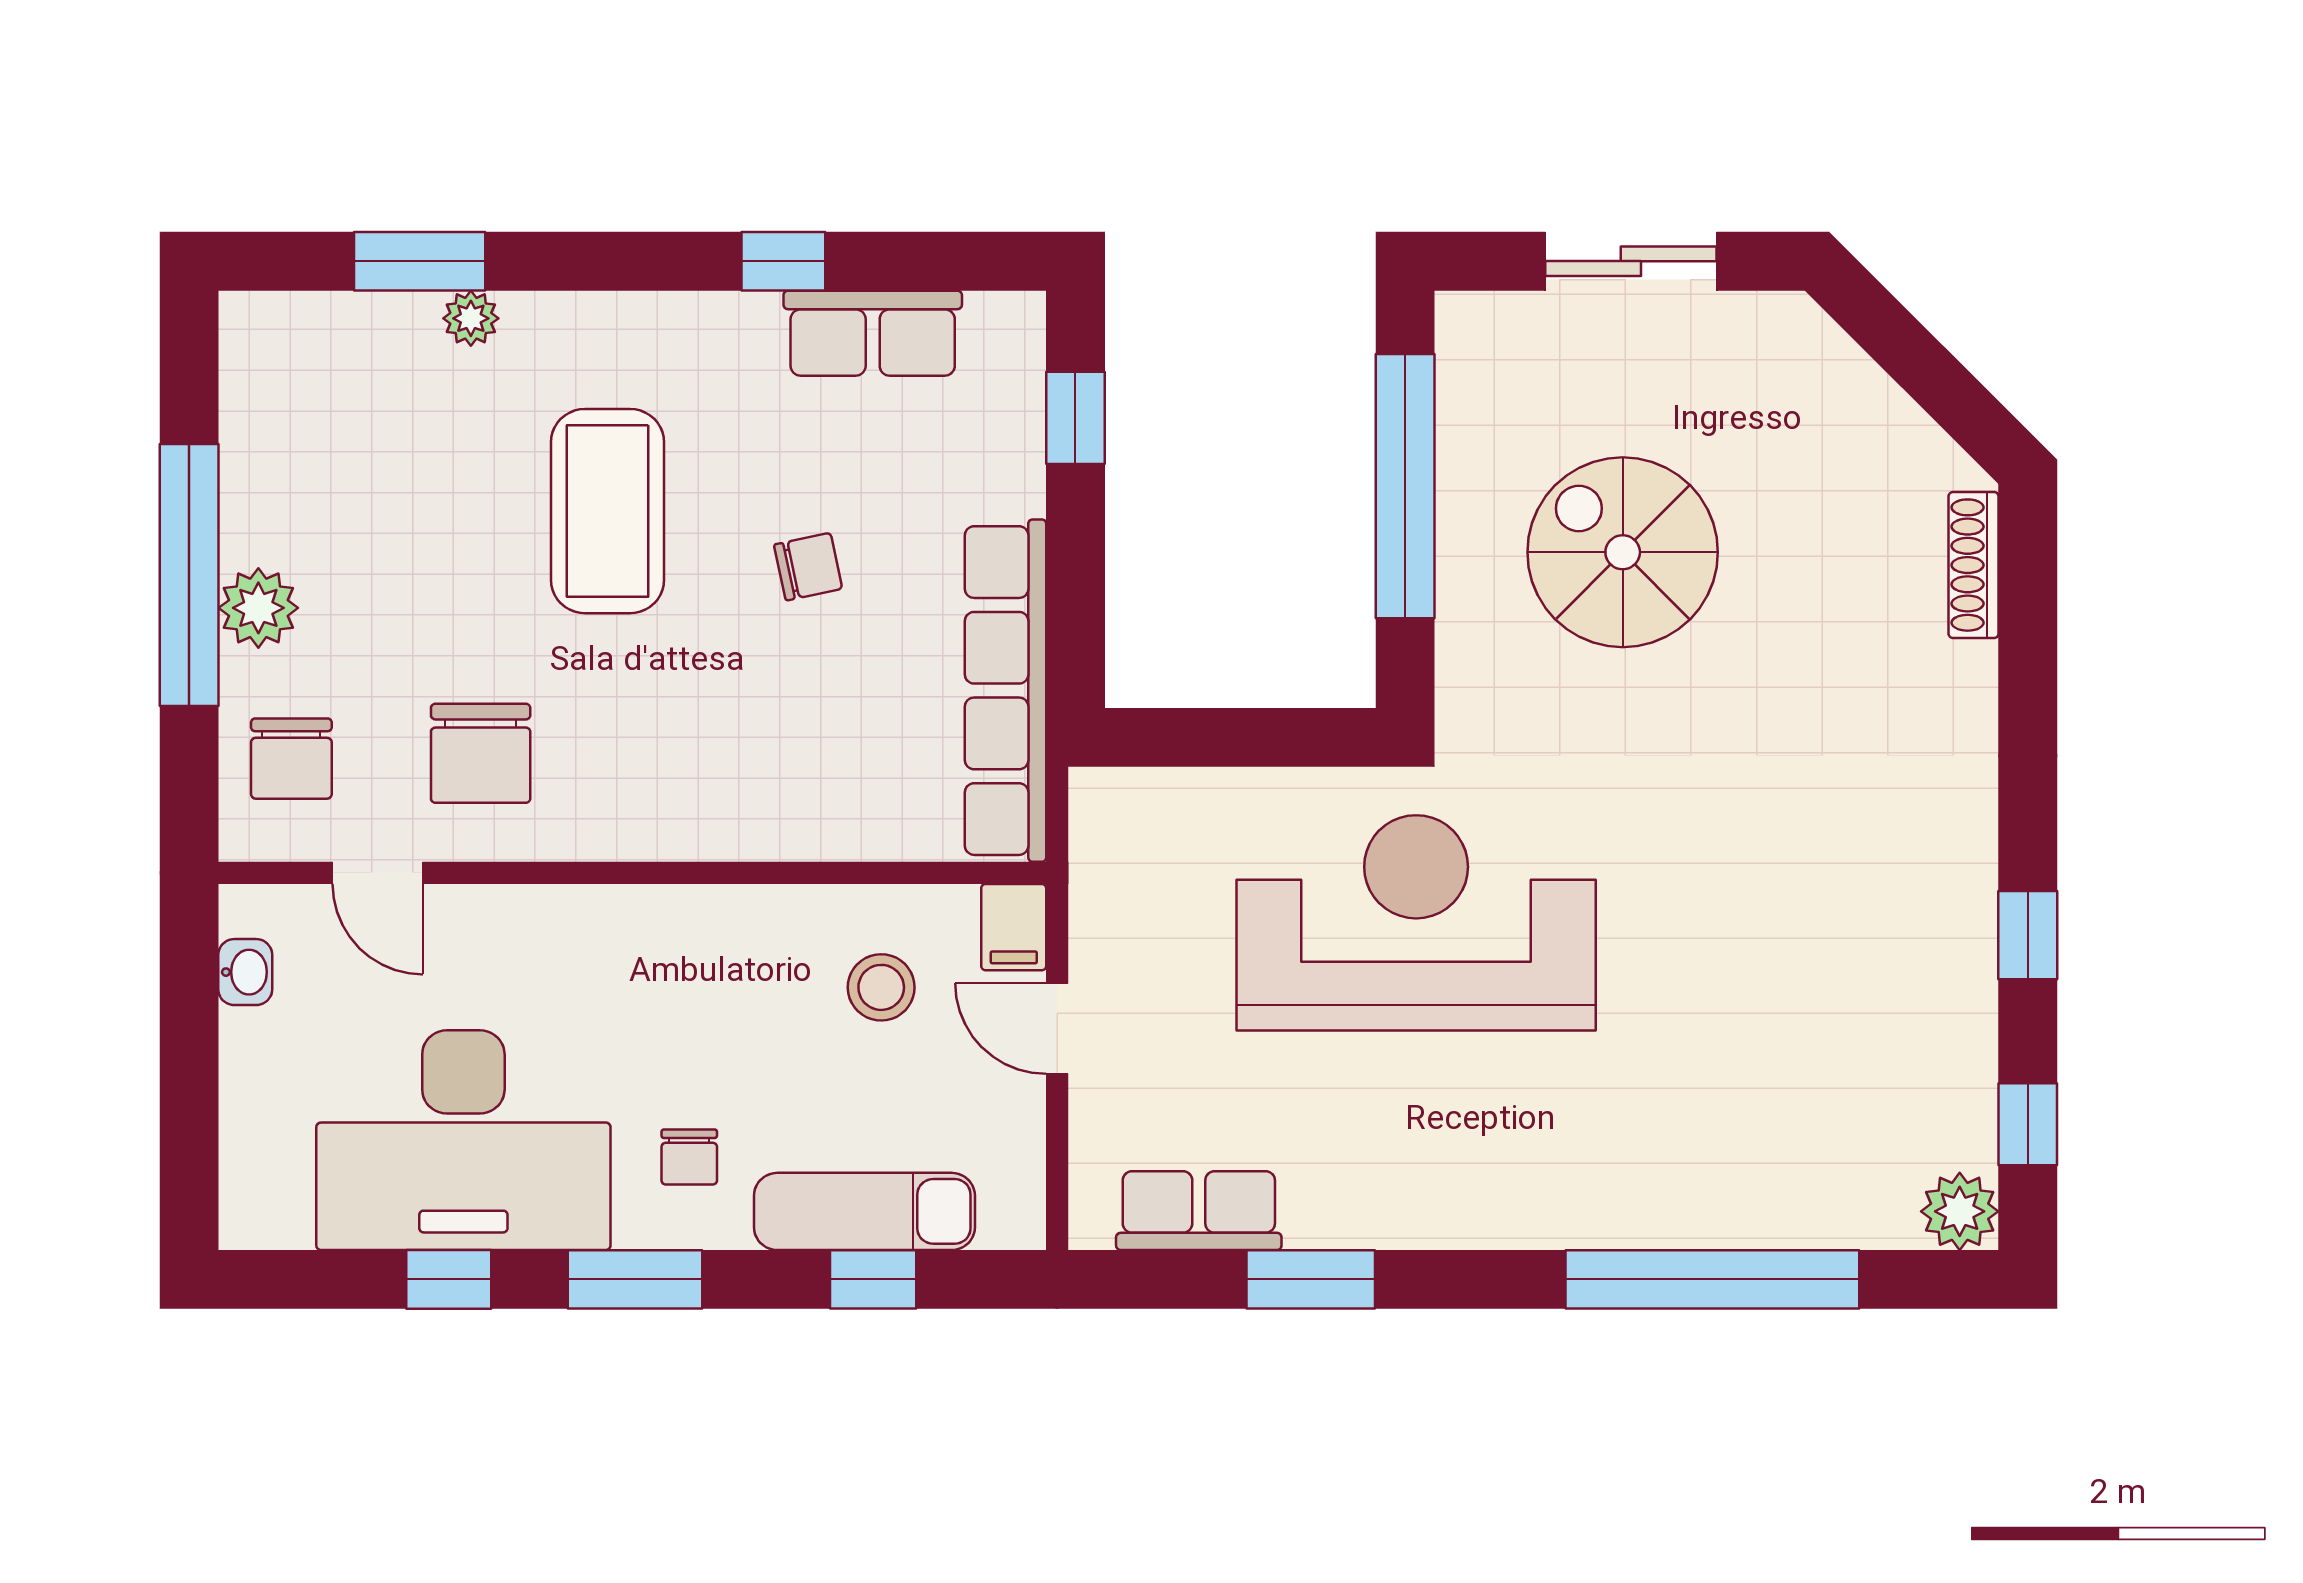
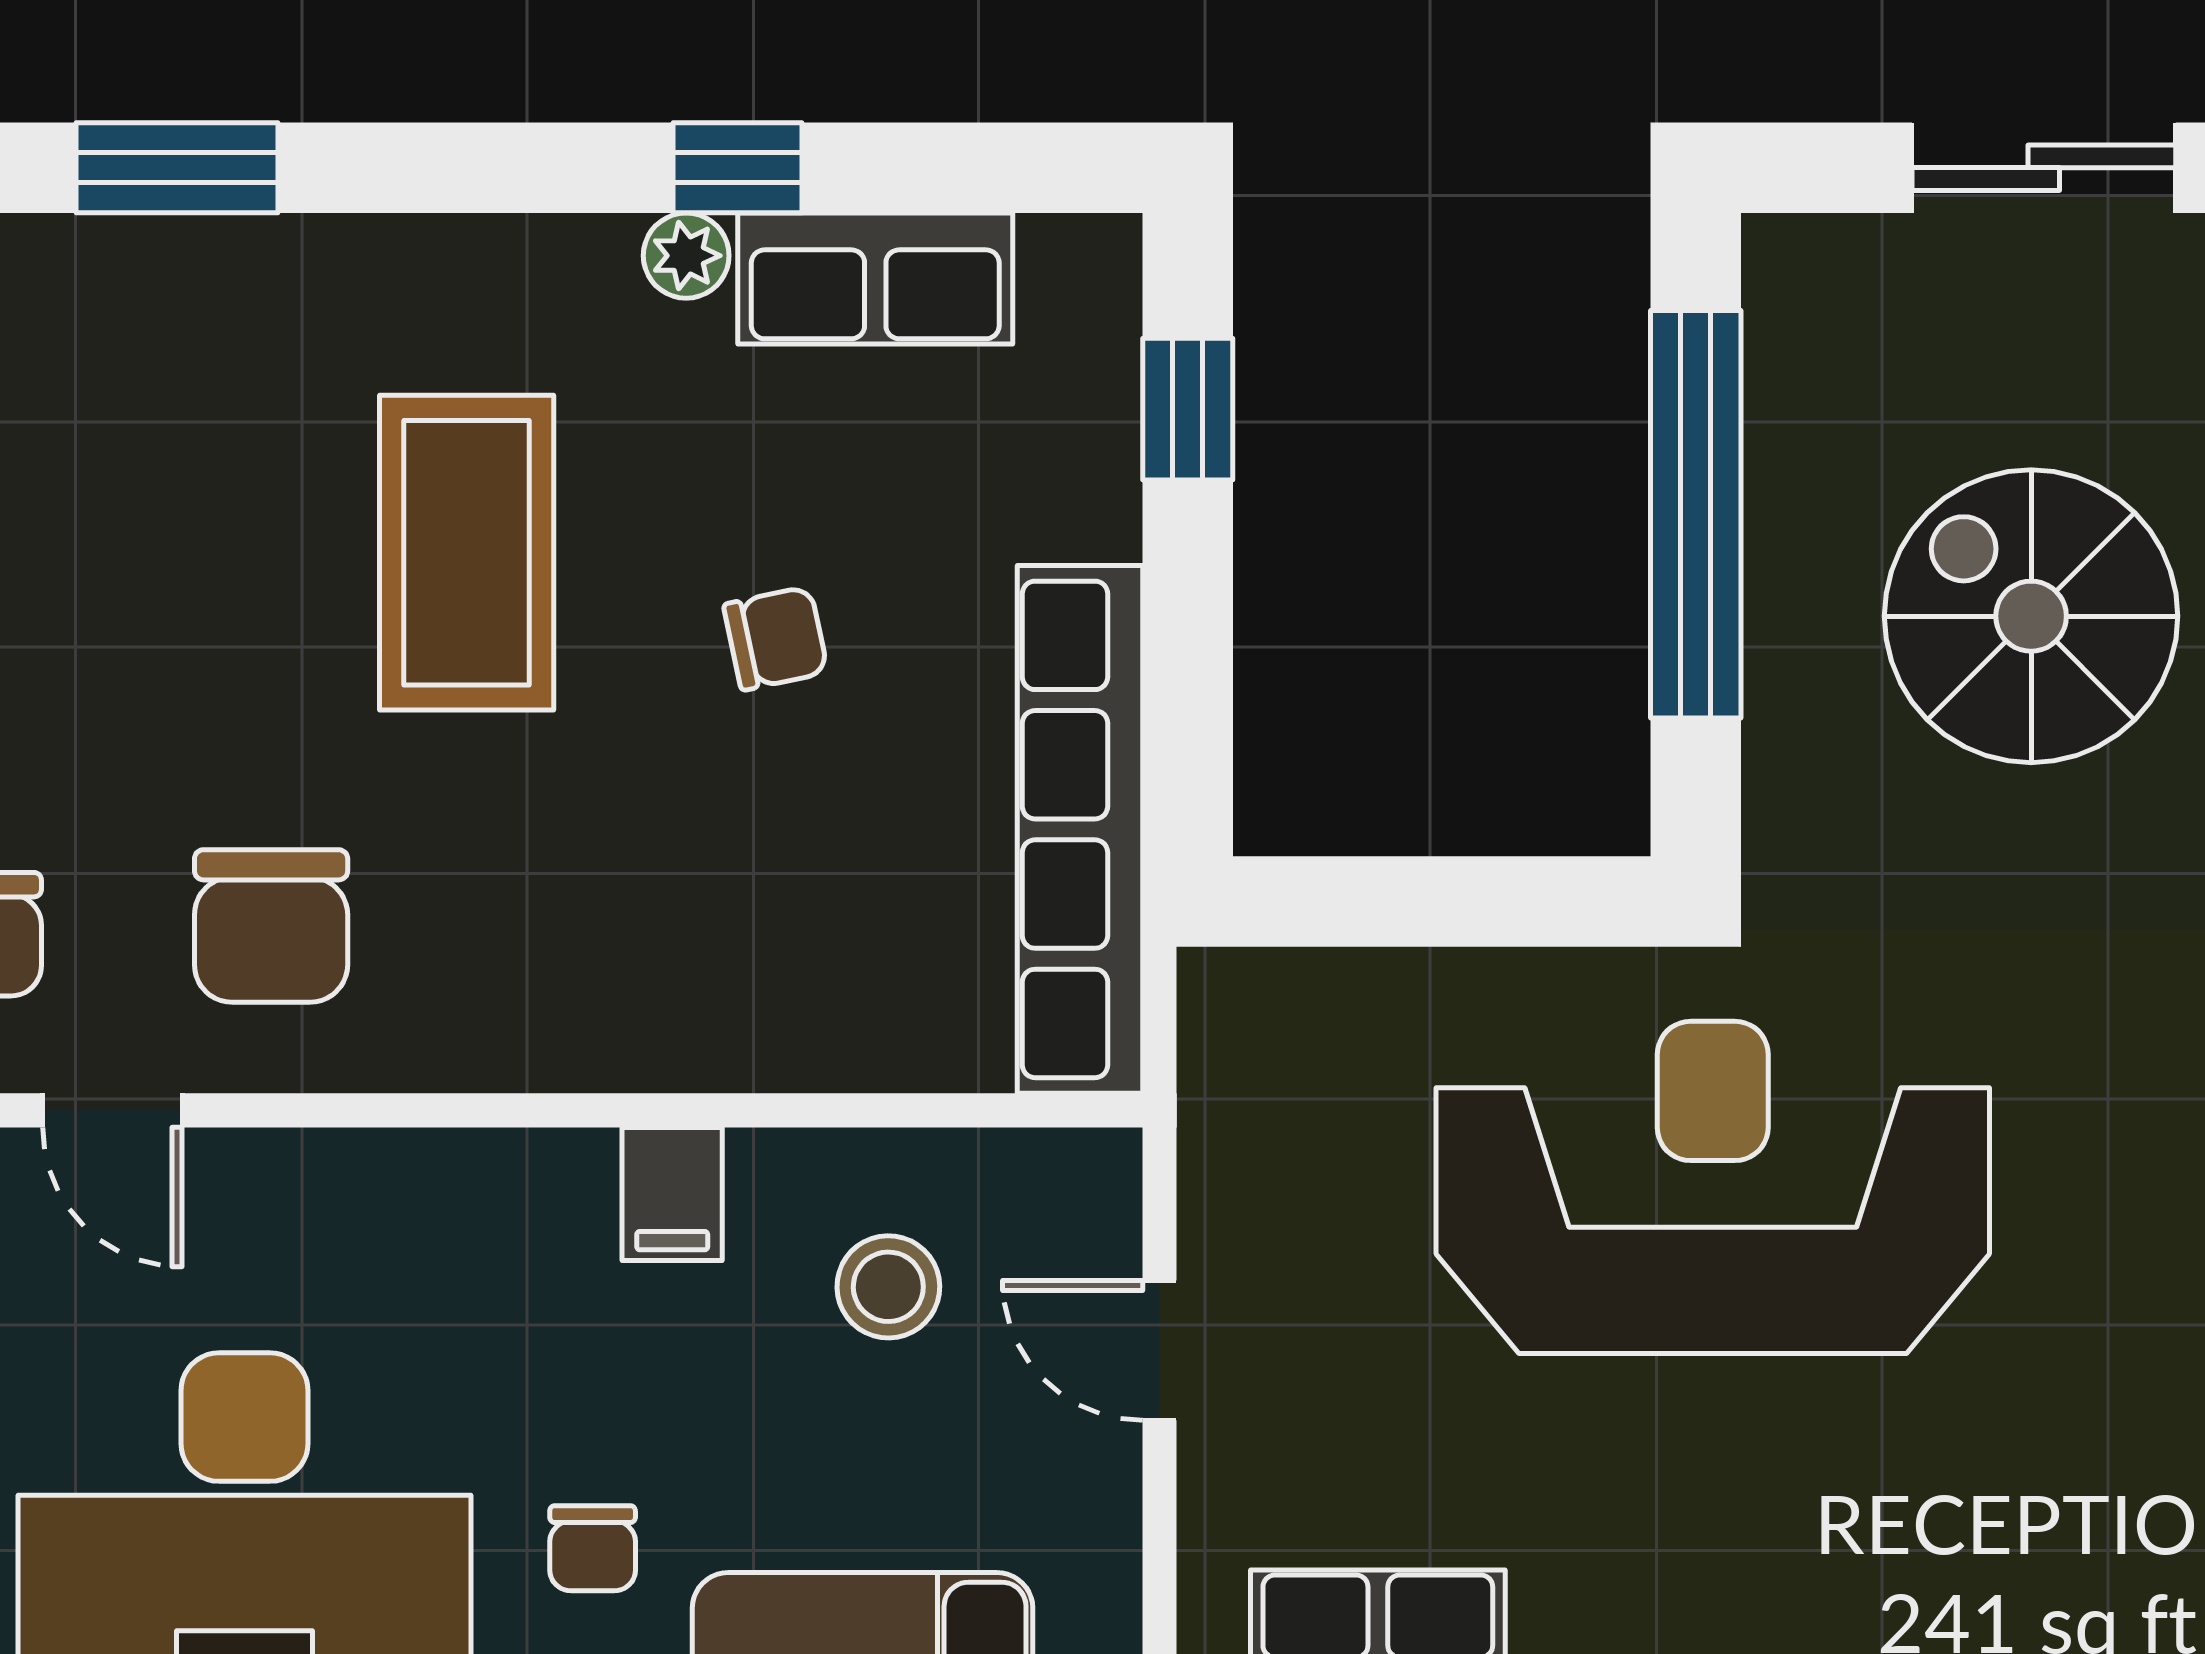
plant: (471, 318) -> (686, 256), moved
filing cabinet: (1014, 927) -> (672, 1194), moved

